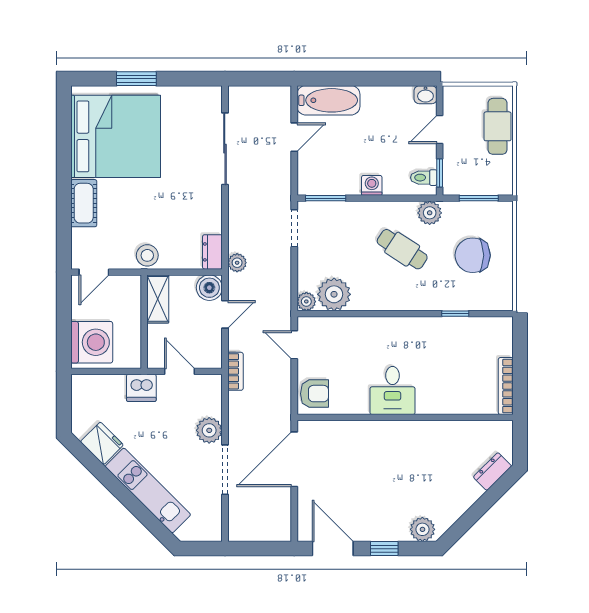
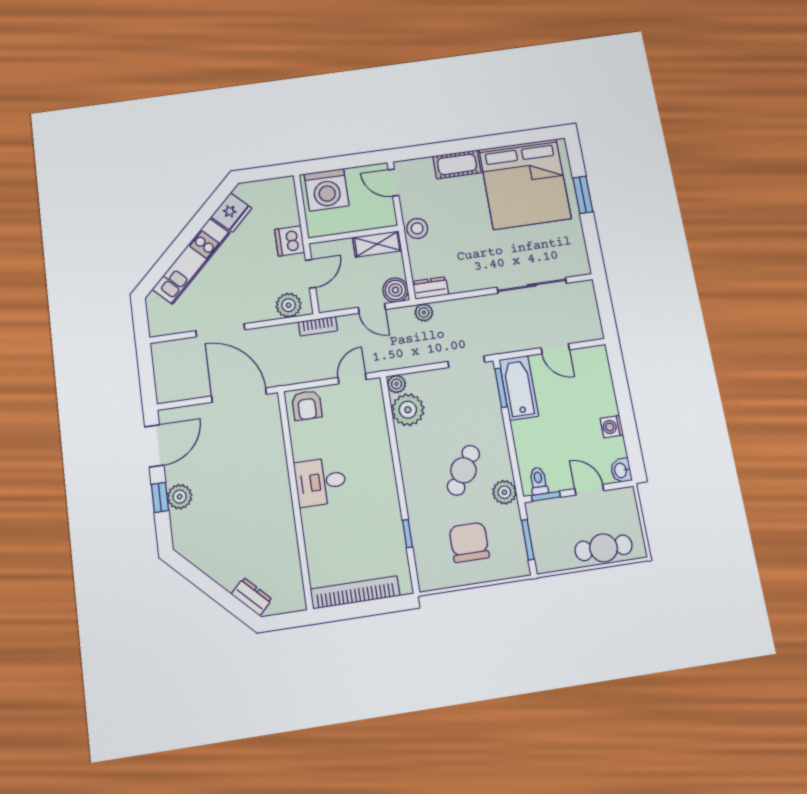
bathtub: (328, 100) -> (519, 388), moved, turned 180
washing machine: (372, 185) -> (612, 427), moved, turned 180
bookcase: (506, 386) -> (355, 592), width x1.48, depth x1.31
plant: (209, 430) -> (289, 305), moved
plant: (422, 529) -> (180, 497), moved

